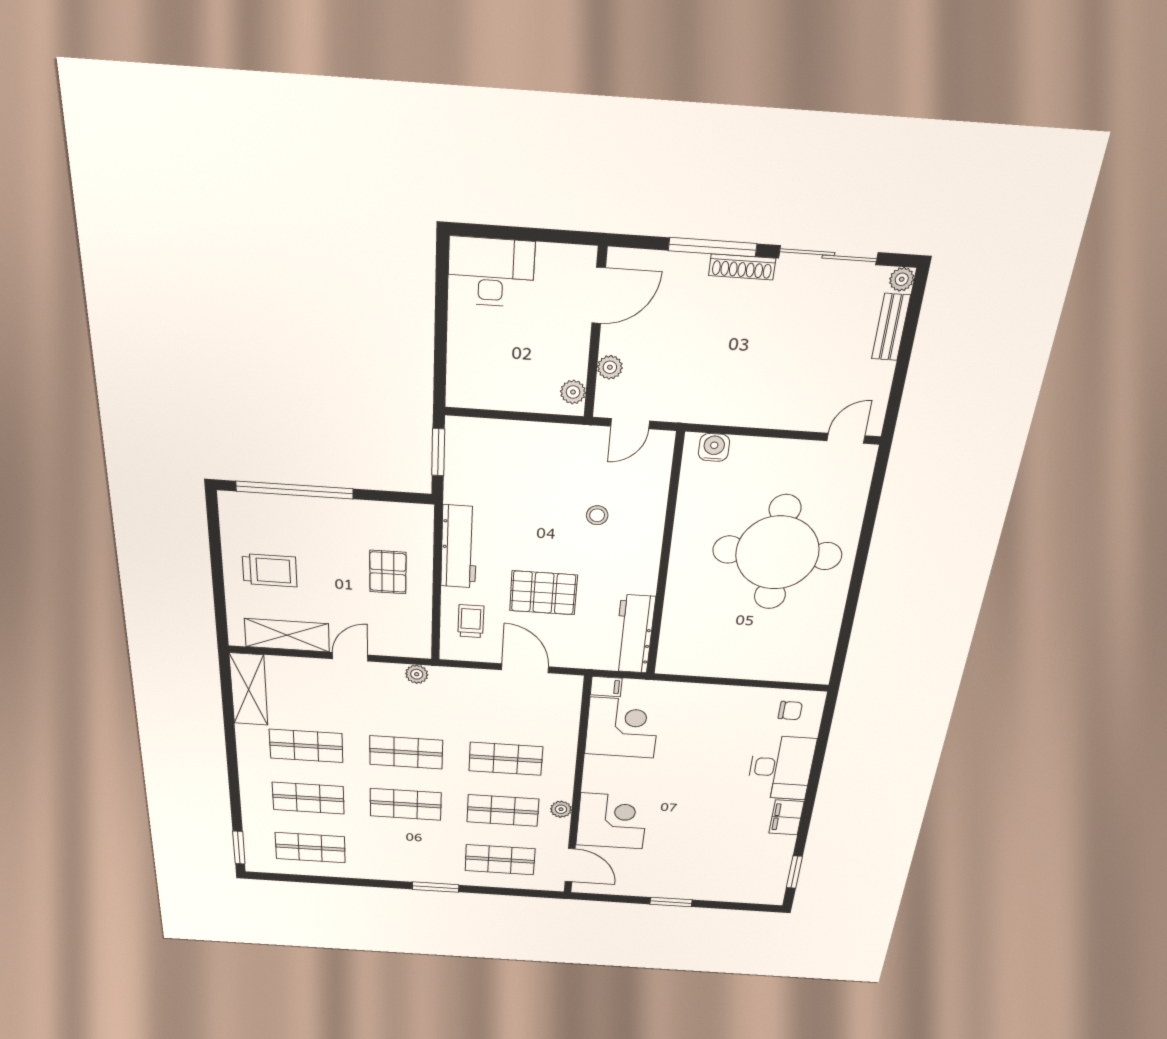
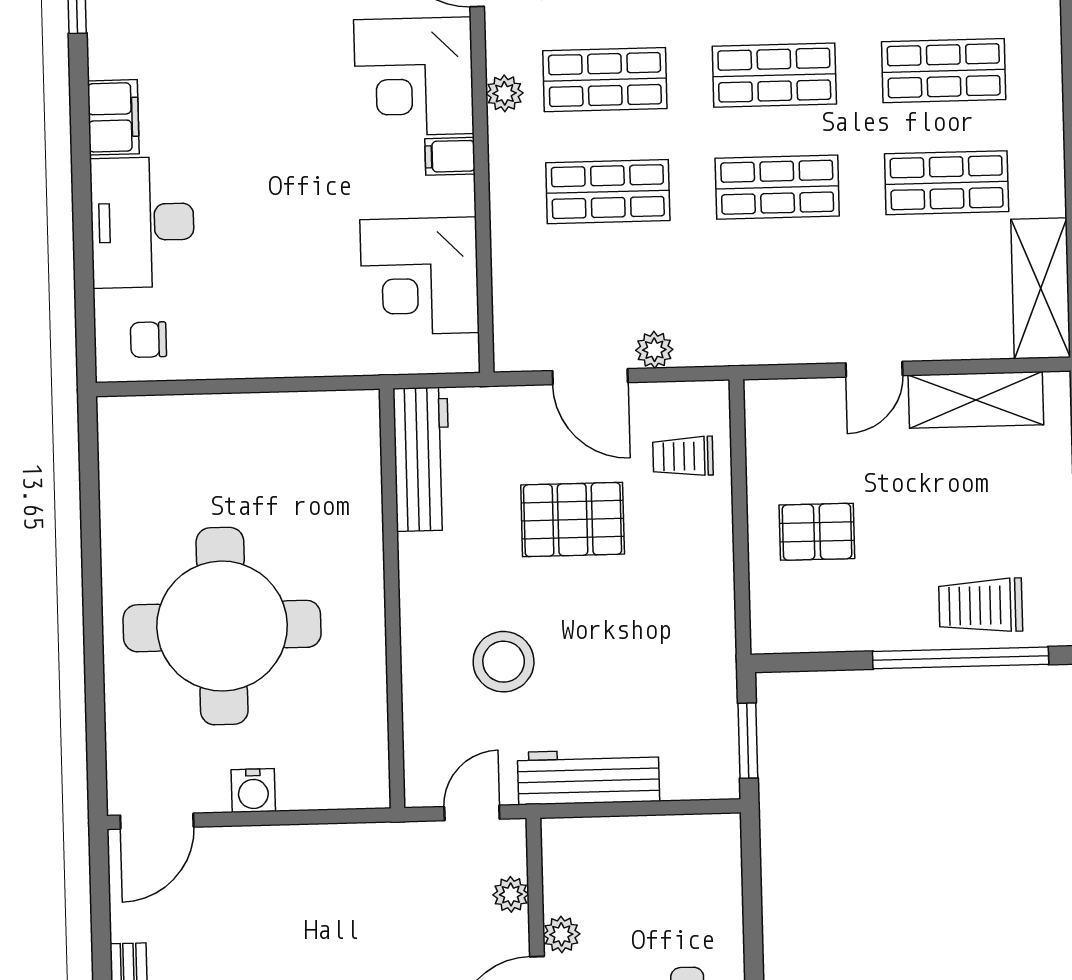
plant: (573, 392) -> (561, 934), moved
door: (846, 438) -> (157, 821), width x1.38
water cooler: (714, 447) -> (253, 790), moved
stool: (597, 515) -> (504, 662), width x1.89, depth x1.89
workbench: (459, 547) -> (589, 777), moved, turned 90
trolley: (270, 570) -> (981, 605), moved
pallet: (388, 572) -> (817, 532), turned 90
trolley: (471, 621) -> (683, 456), turned 90
plant: (417, 674) -> (654, 350), moved
filing cabinet: (606, 686) -> (450, 156), moved

